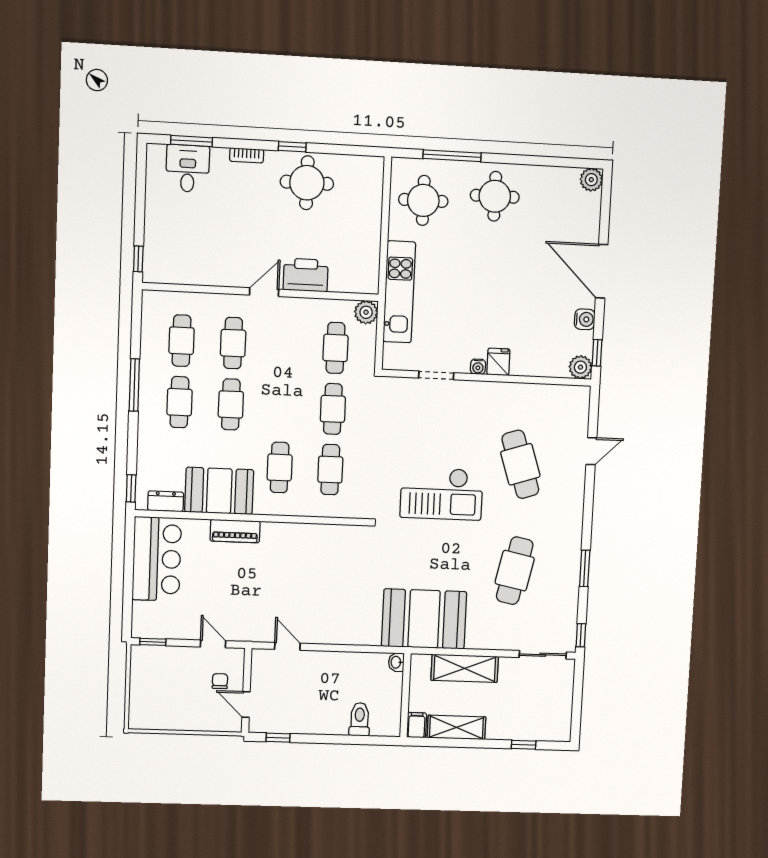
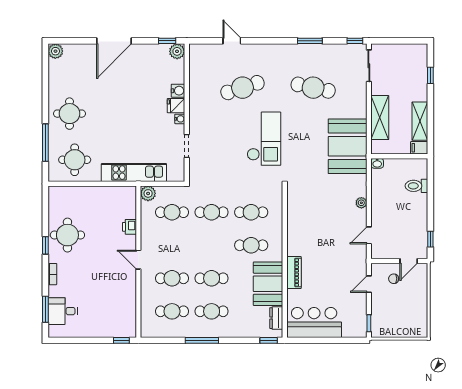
printer: (306, 275) -> (129, 227), width x0.53, depth x0.68
water cooler: (585, 319) -> (178, 91), moved, turned 90
plant: (338, 637) -> (361, 203), added

